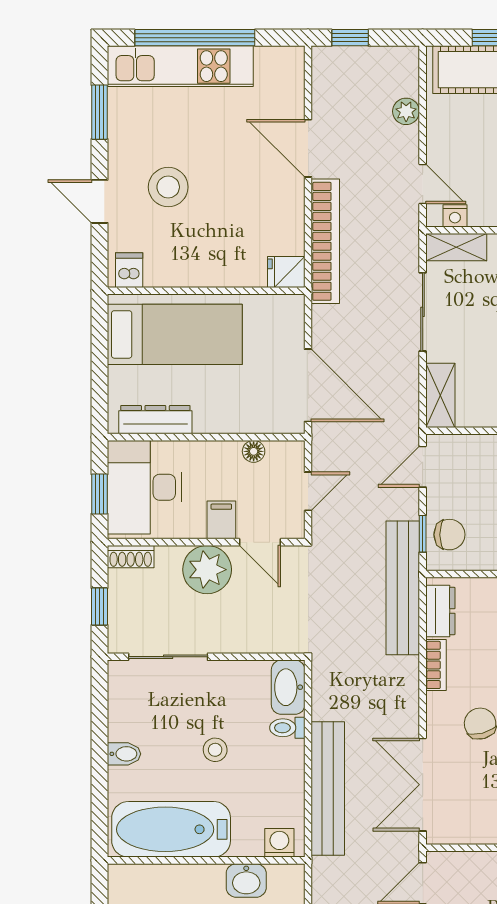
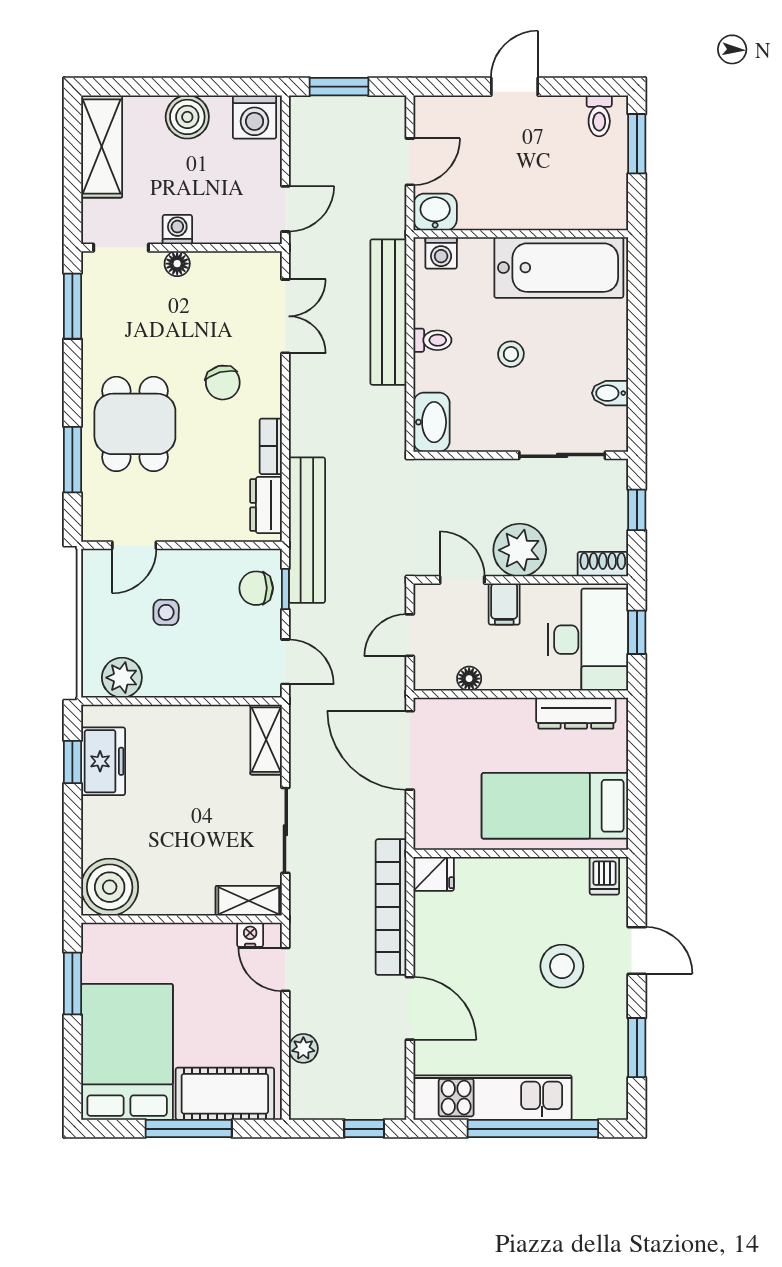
kitchen unit: (180, 66) -> (493, 1098), moved
door: (423, 467) -> (285, 662), hinge flipped
toilet: (287, 728) -> (432, 340), moved
bidet: (124, 754) -> (610, 393), moved
double door: (423, 785) -> (285, 316), width x0.73
washbasin: (246, 880) -> (435, 212), moved

